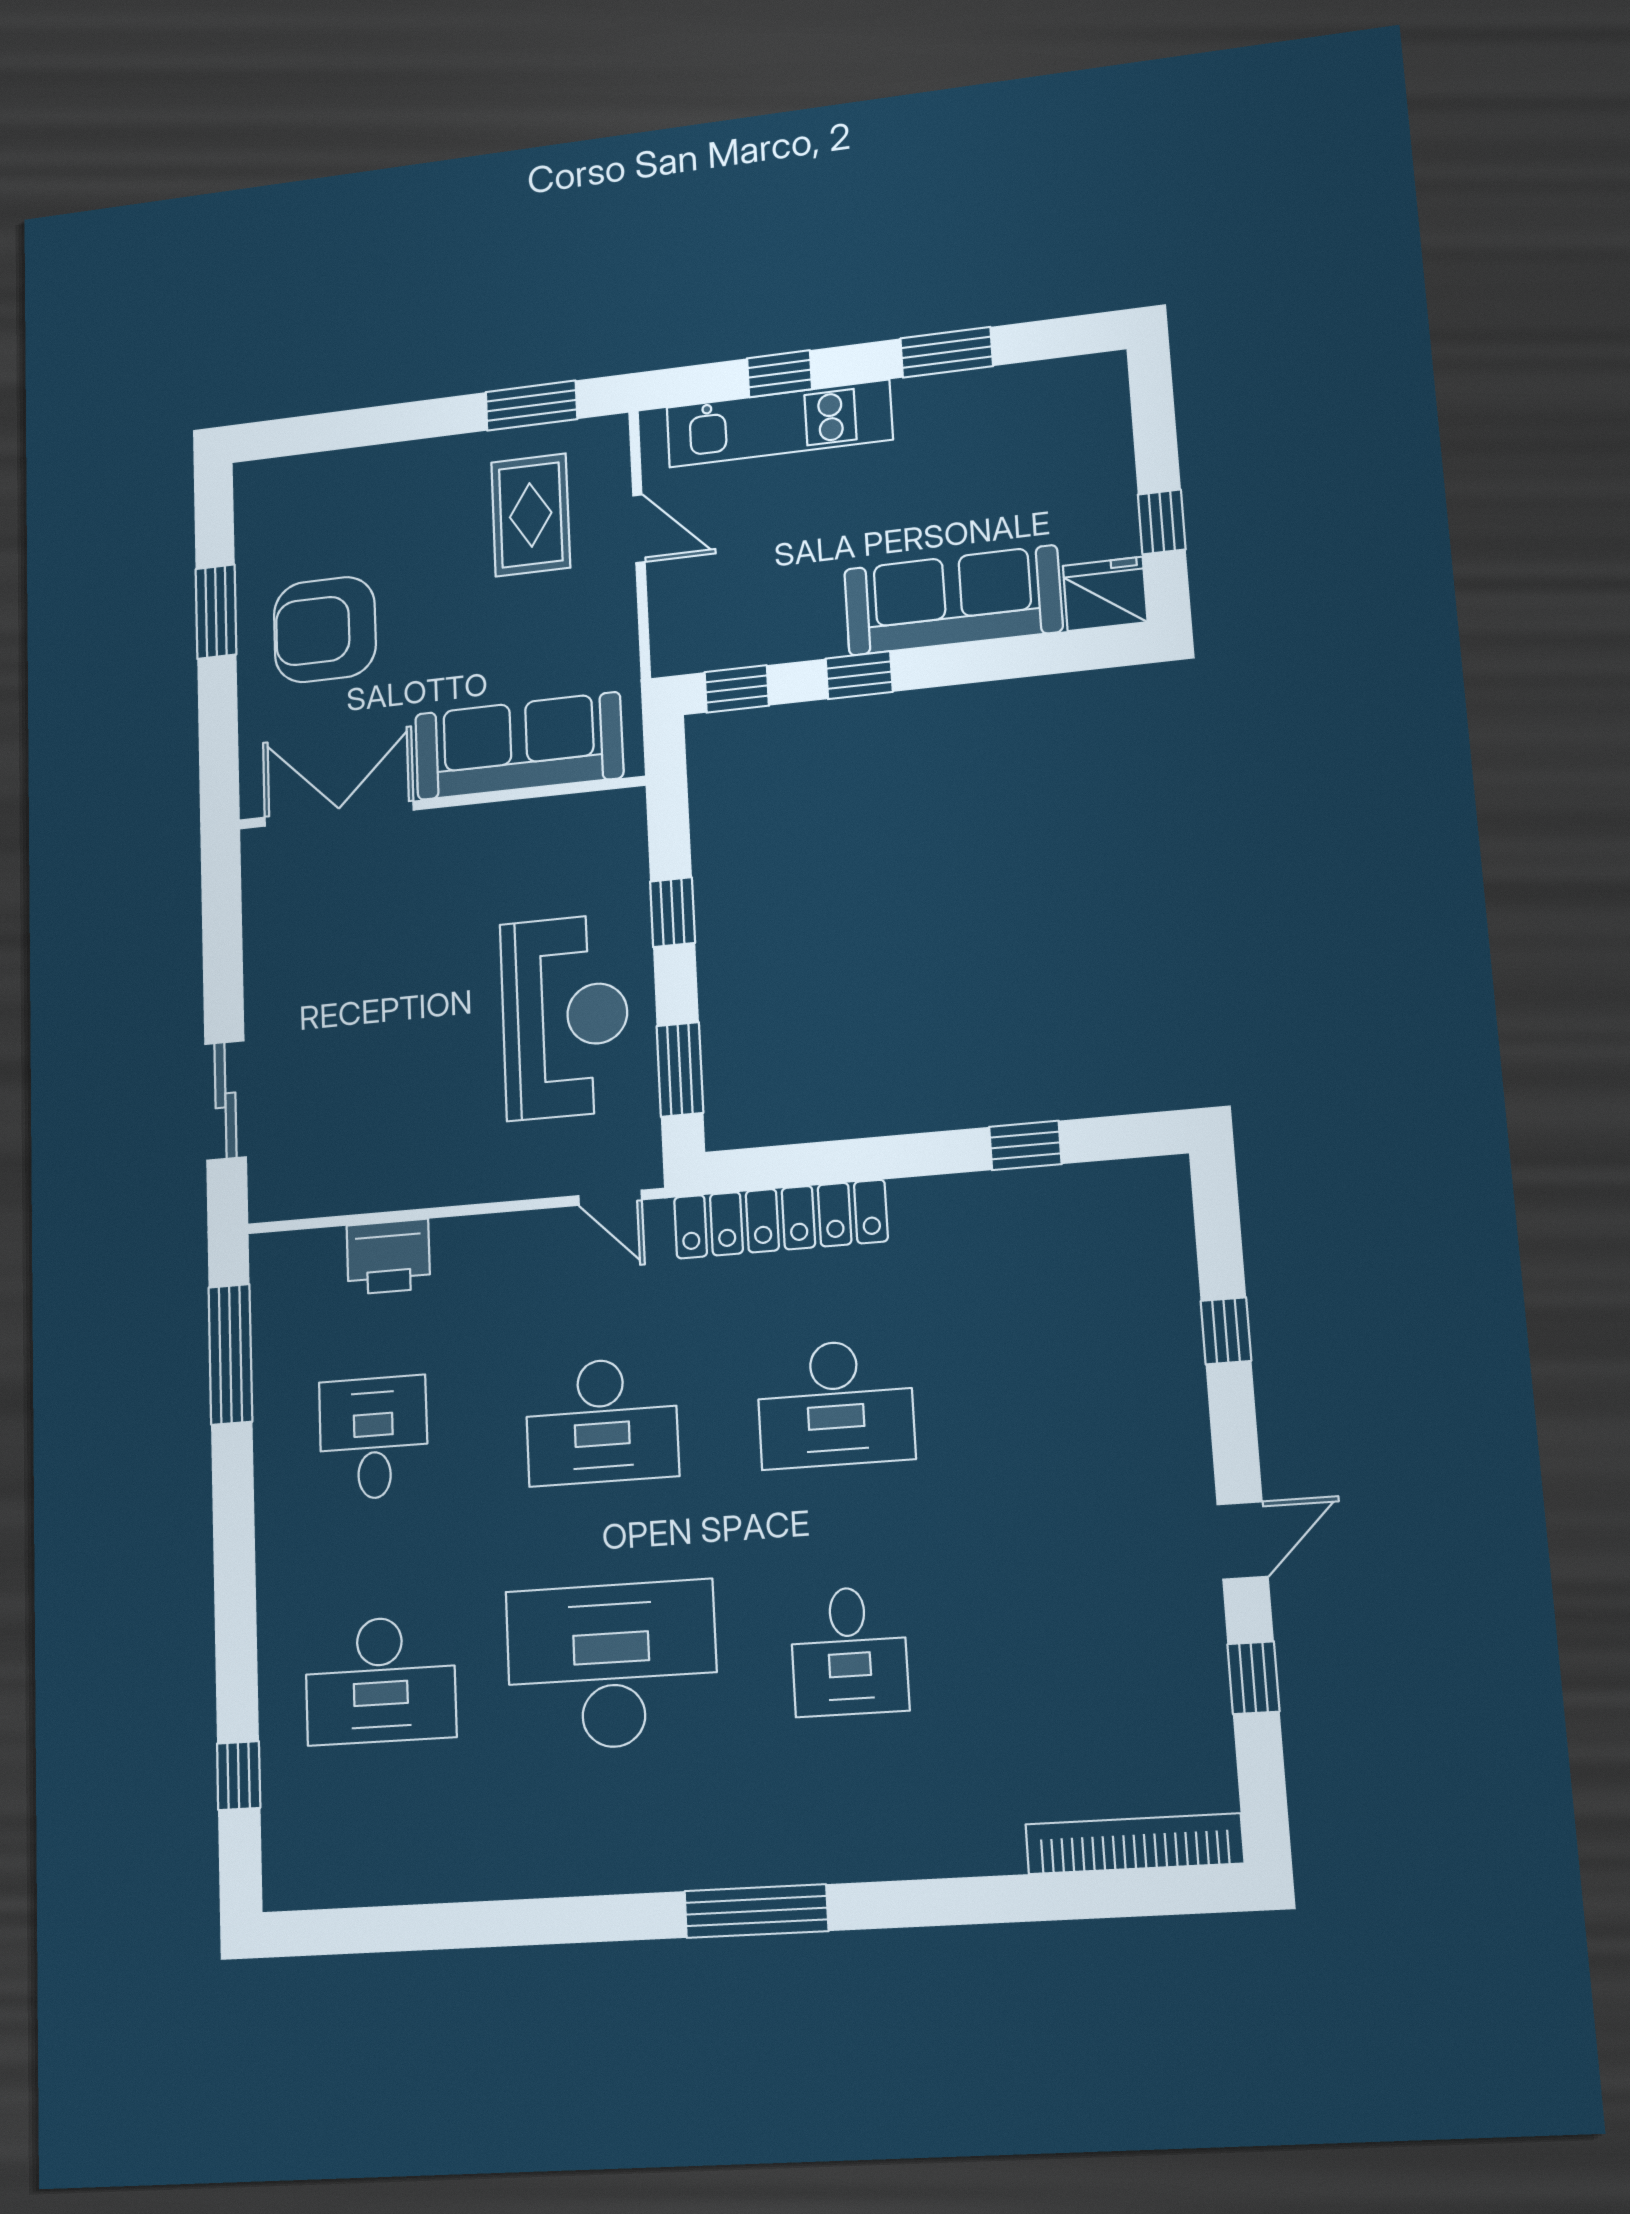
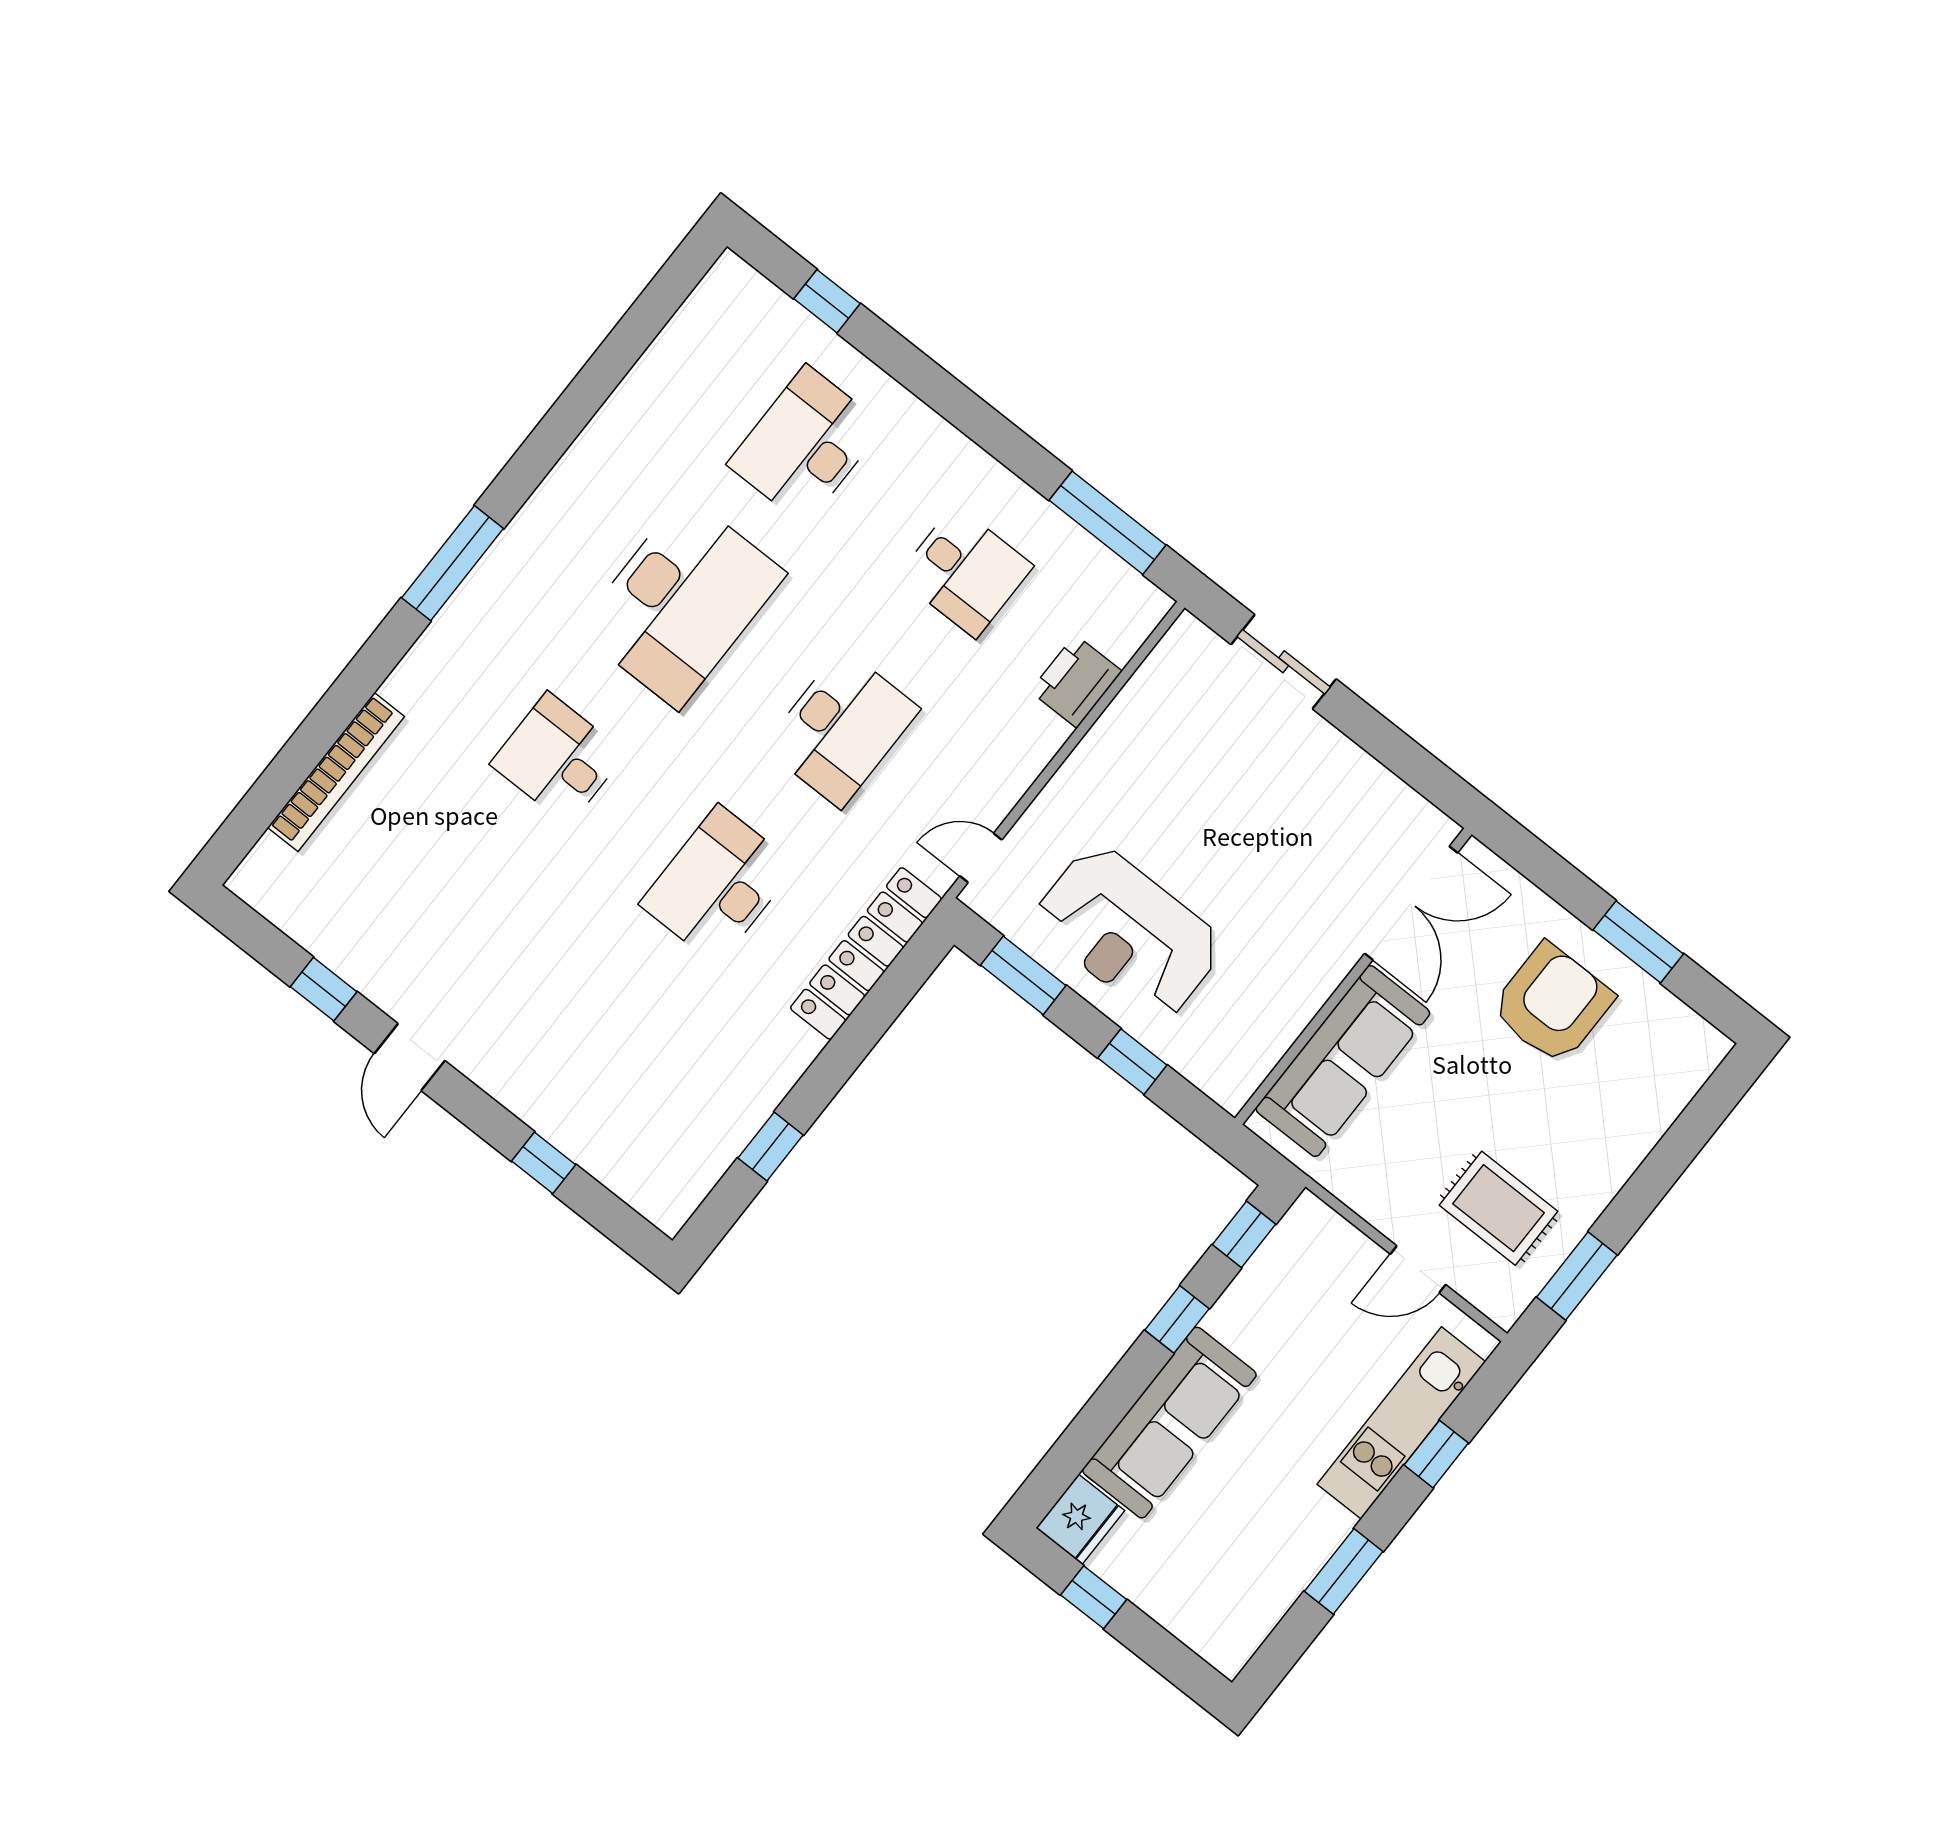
desk: (602, 1421) -> (841, 728), turned 180
bookcase: (1134, 1844) -> (336, 772), moved

